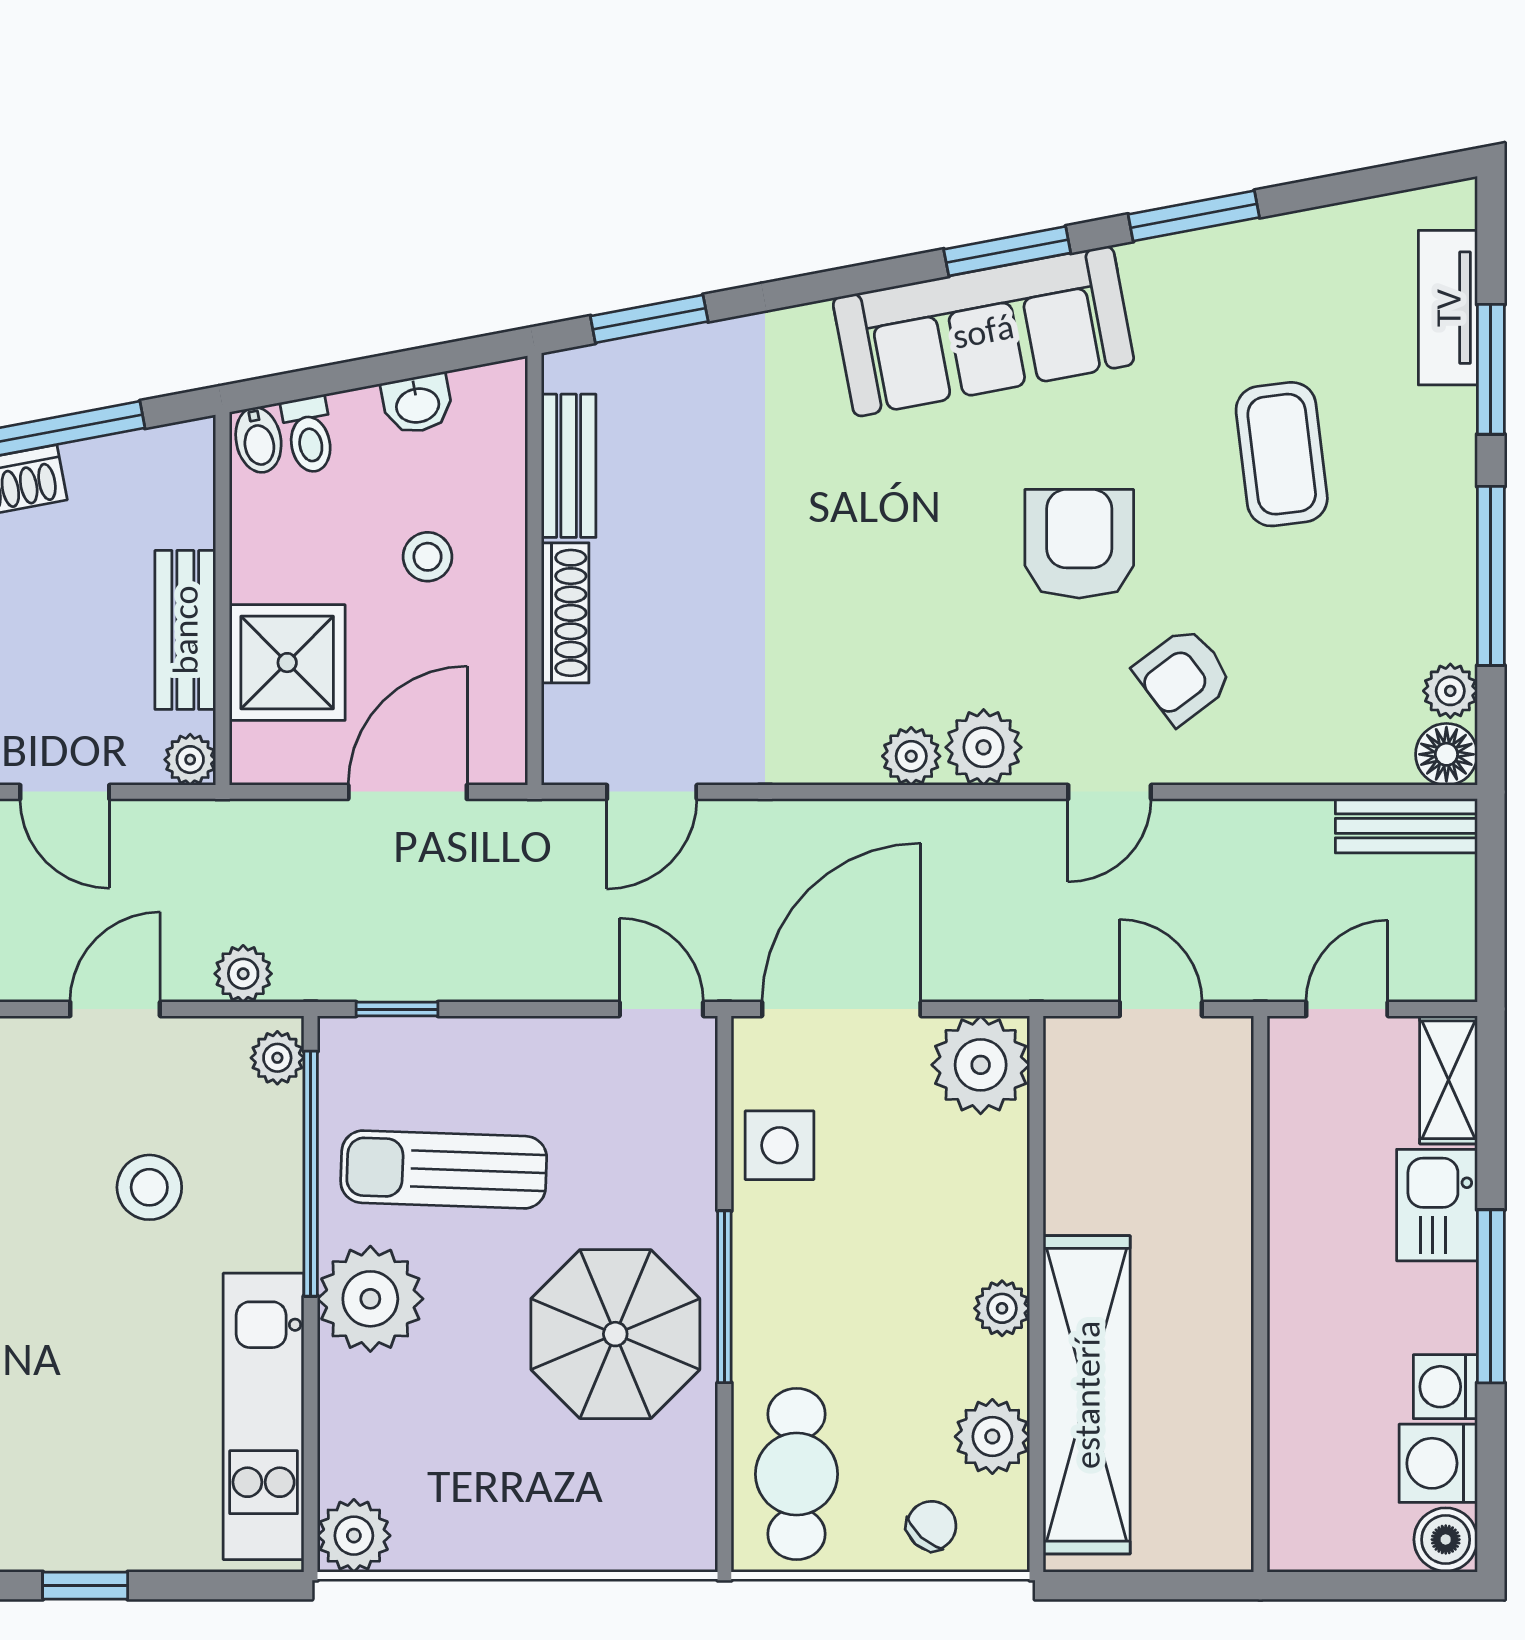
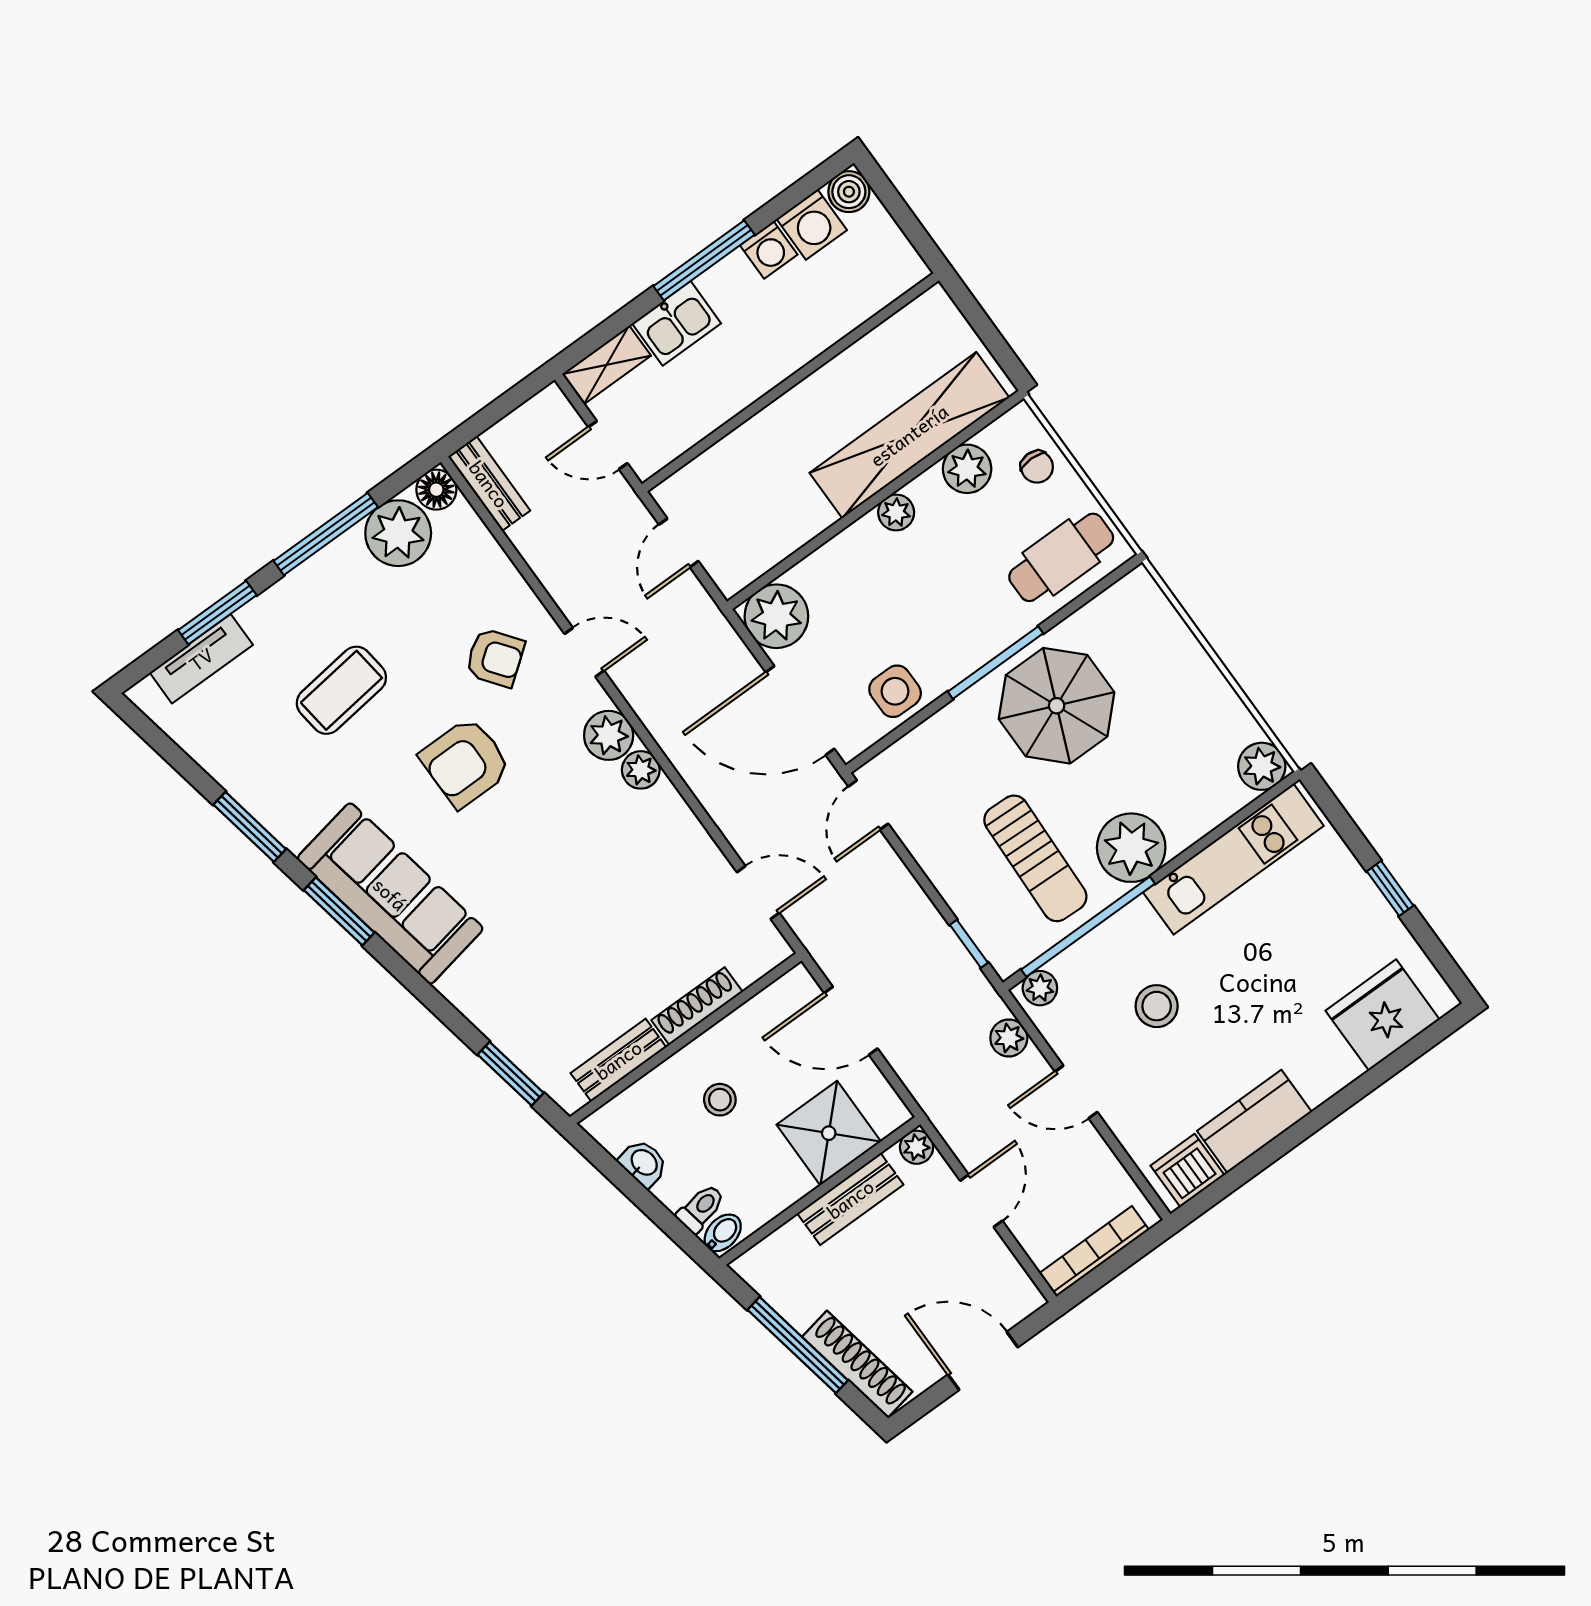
plant: (1450, 691) -> (398, 533), width x1.88, depth x1.88
chair: (932, 1526) -> (1037, 467), turned -132

